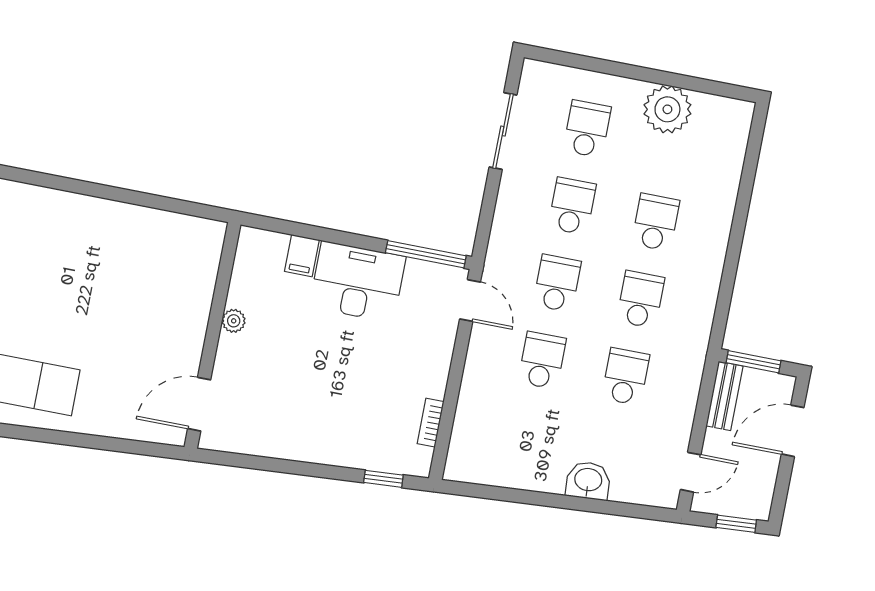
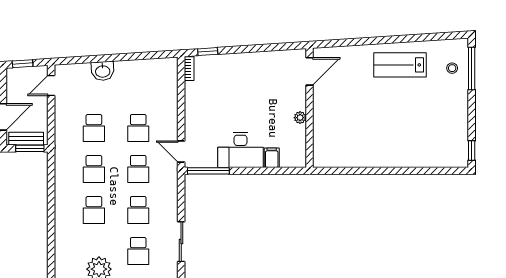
bench: (724, 396) -> (26, 139), moved, turned 90
bookcase: (431, 423) -> (189, 69), moved

